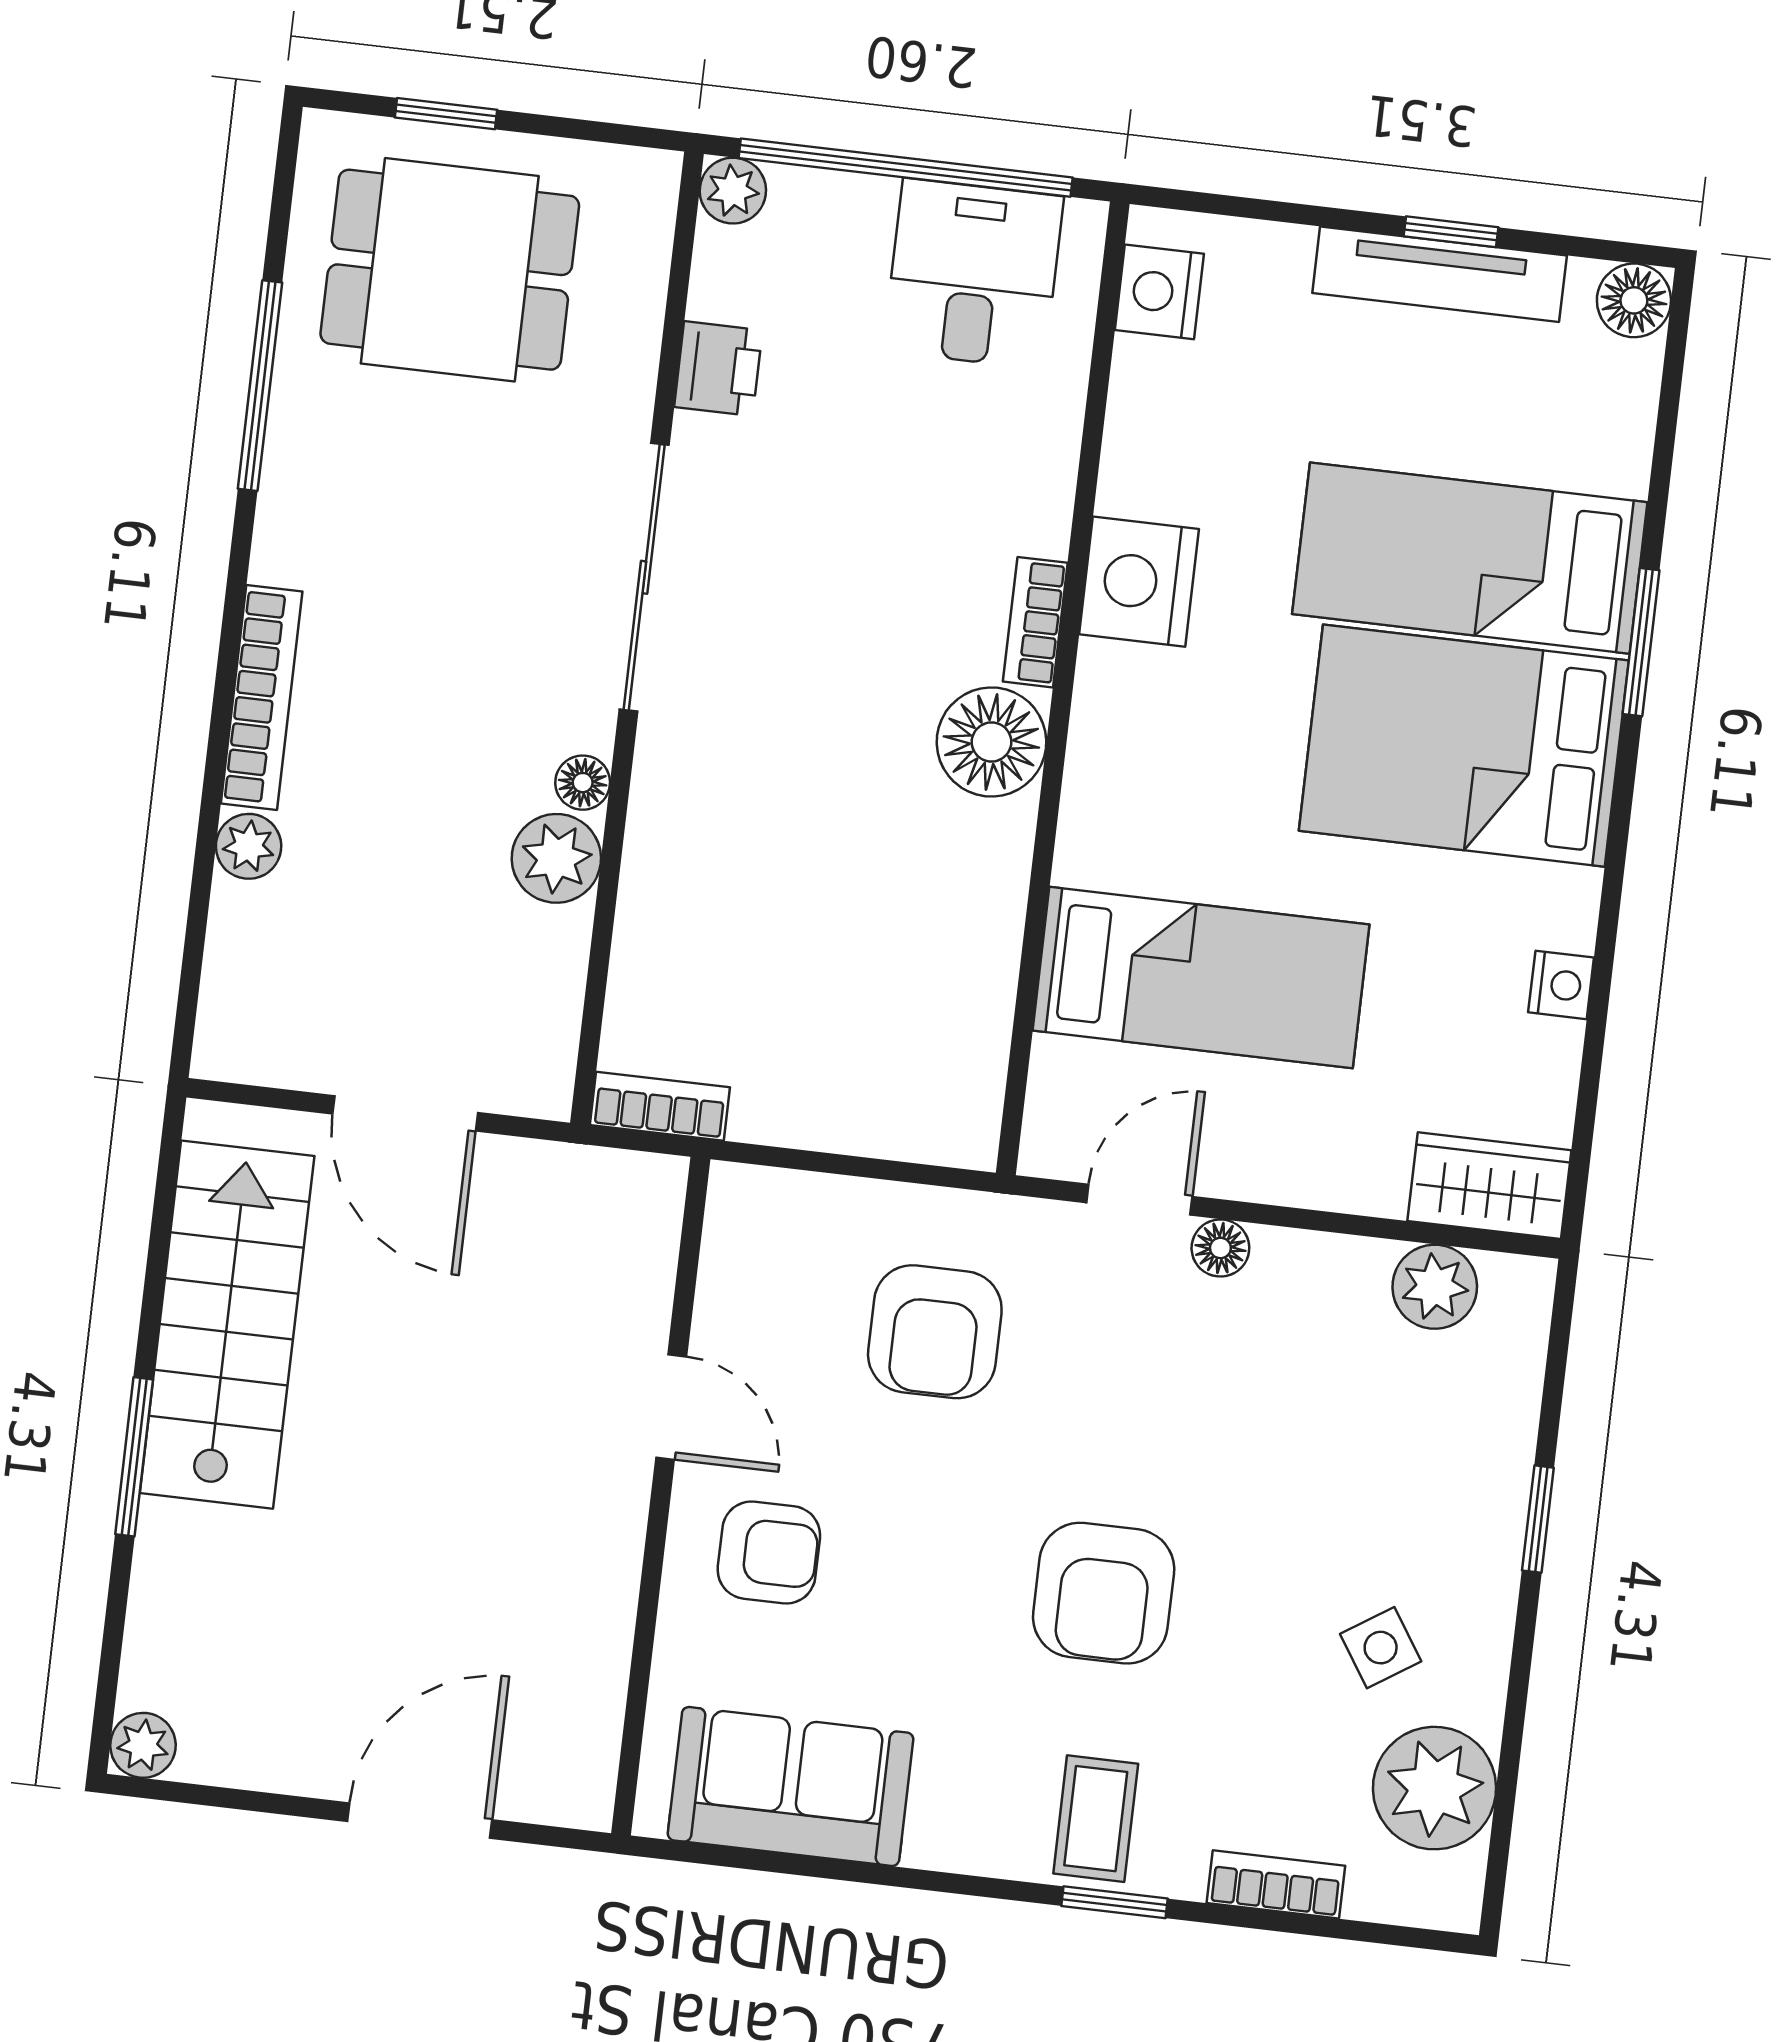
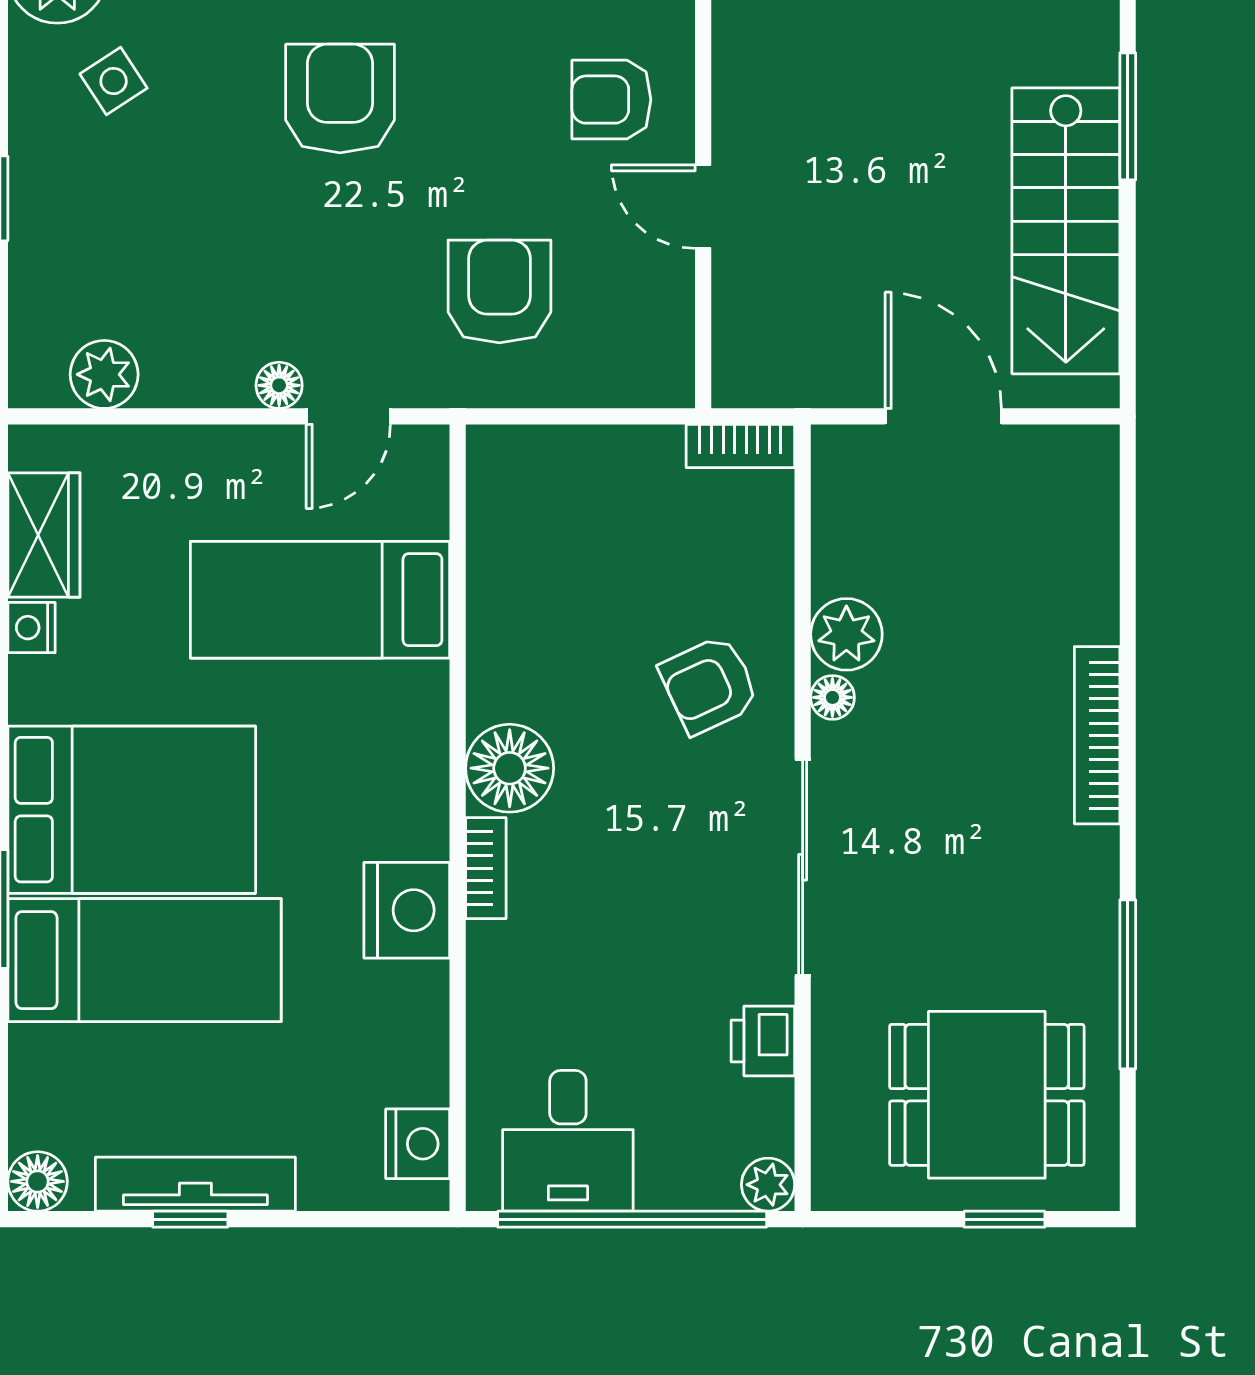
armchair: (733, 816) -> (709, 685), added
plant: (249, 846) -> (1094, 615), removed
wardrobe: (1489, 1186) -> (44, 535), moved, turned -90

